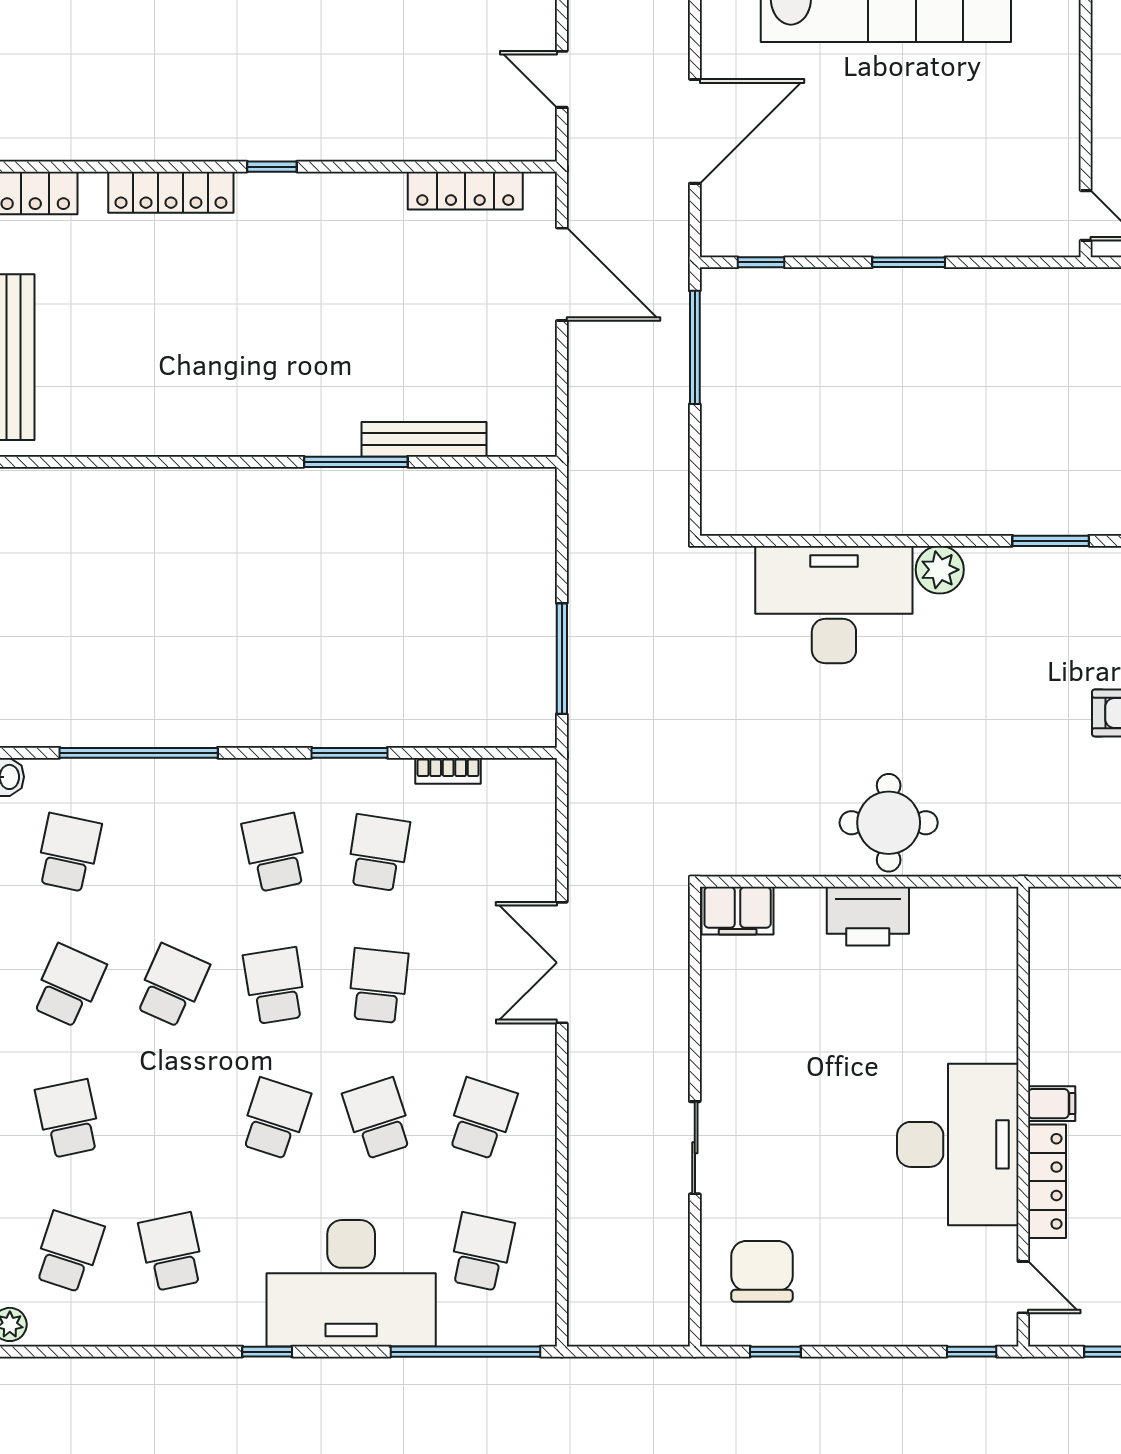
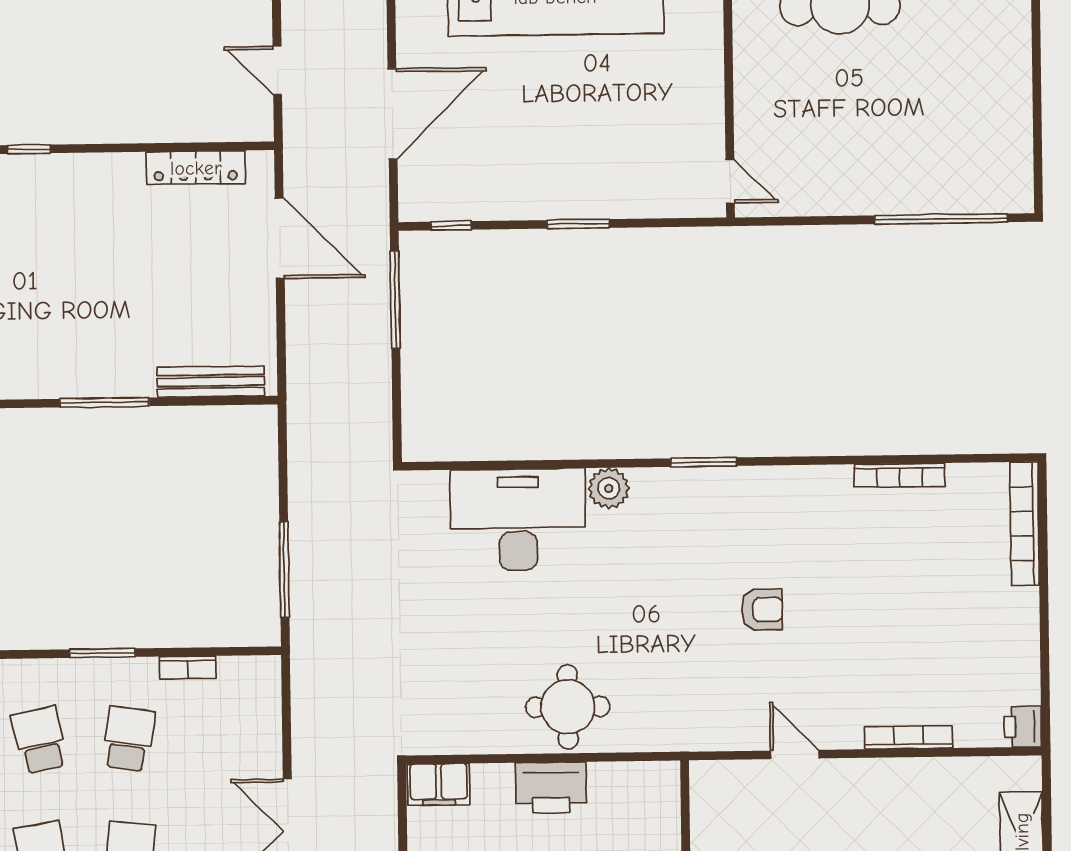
bench: (424, 439) -> (211, 382), moved

